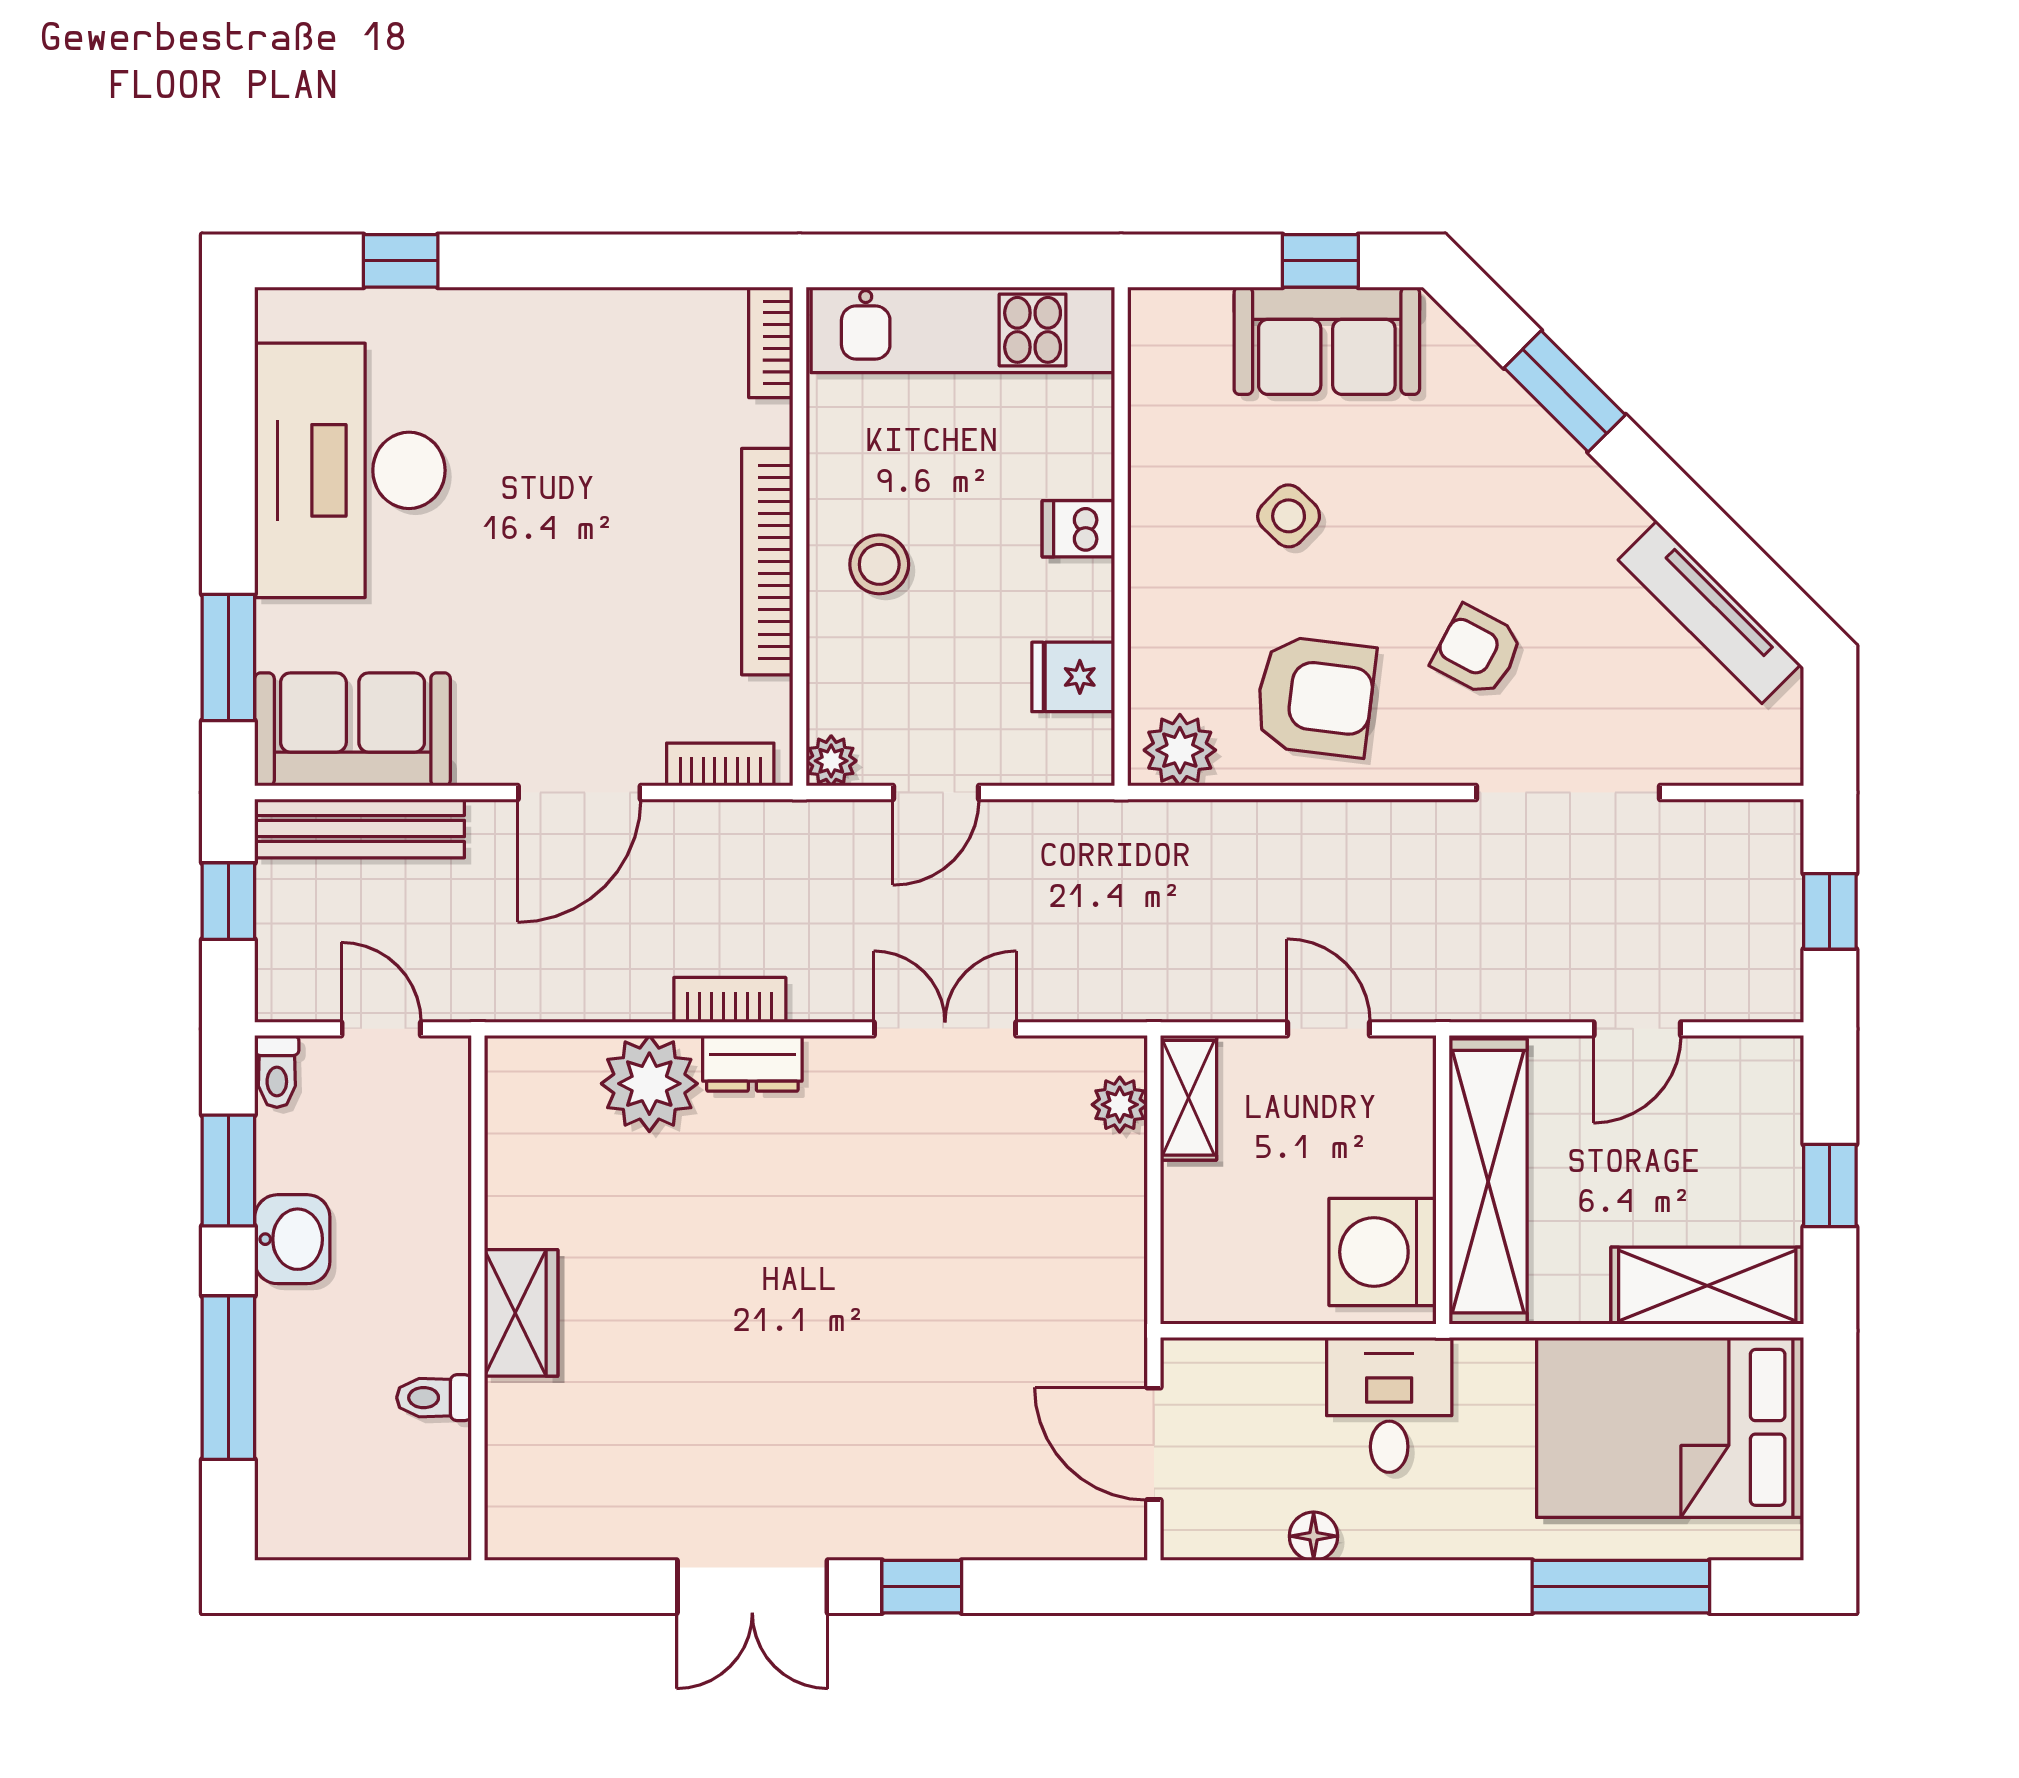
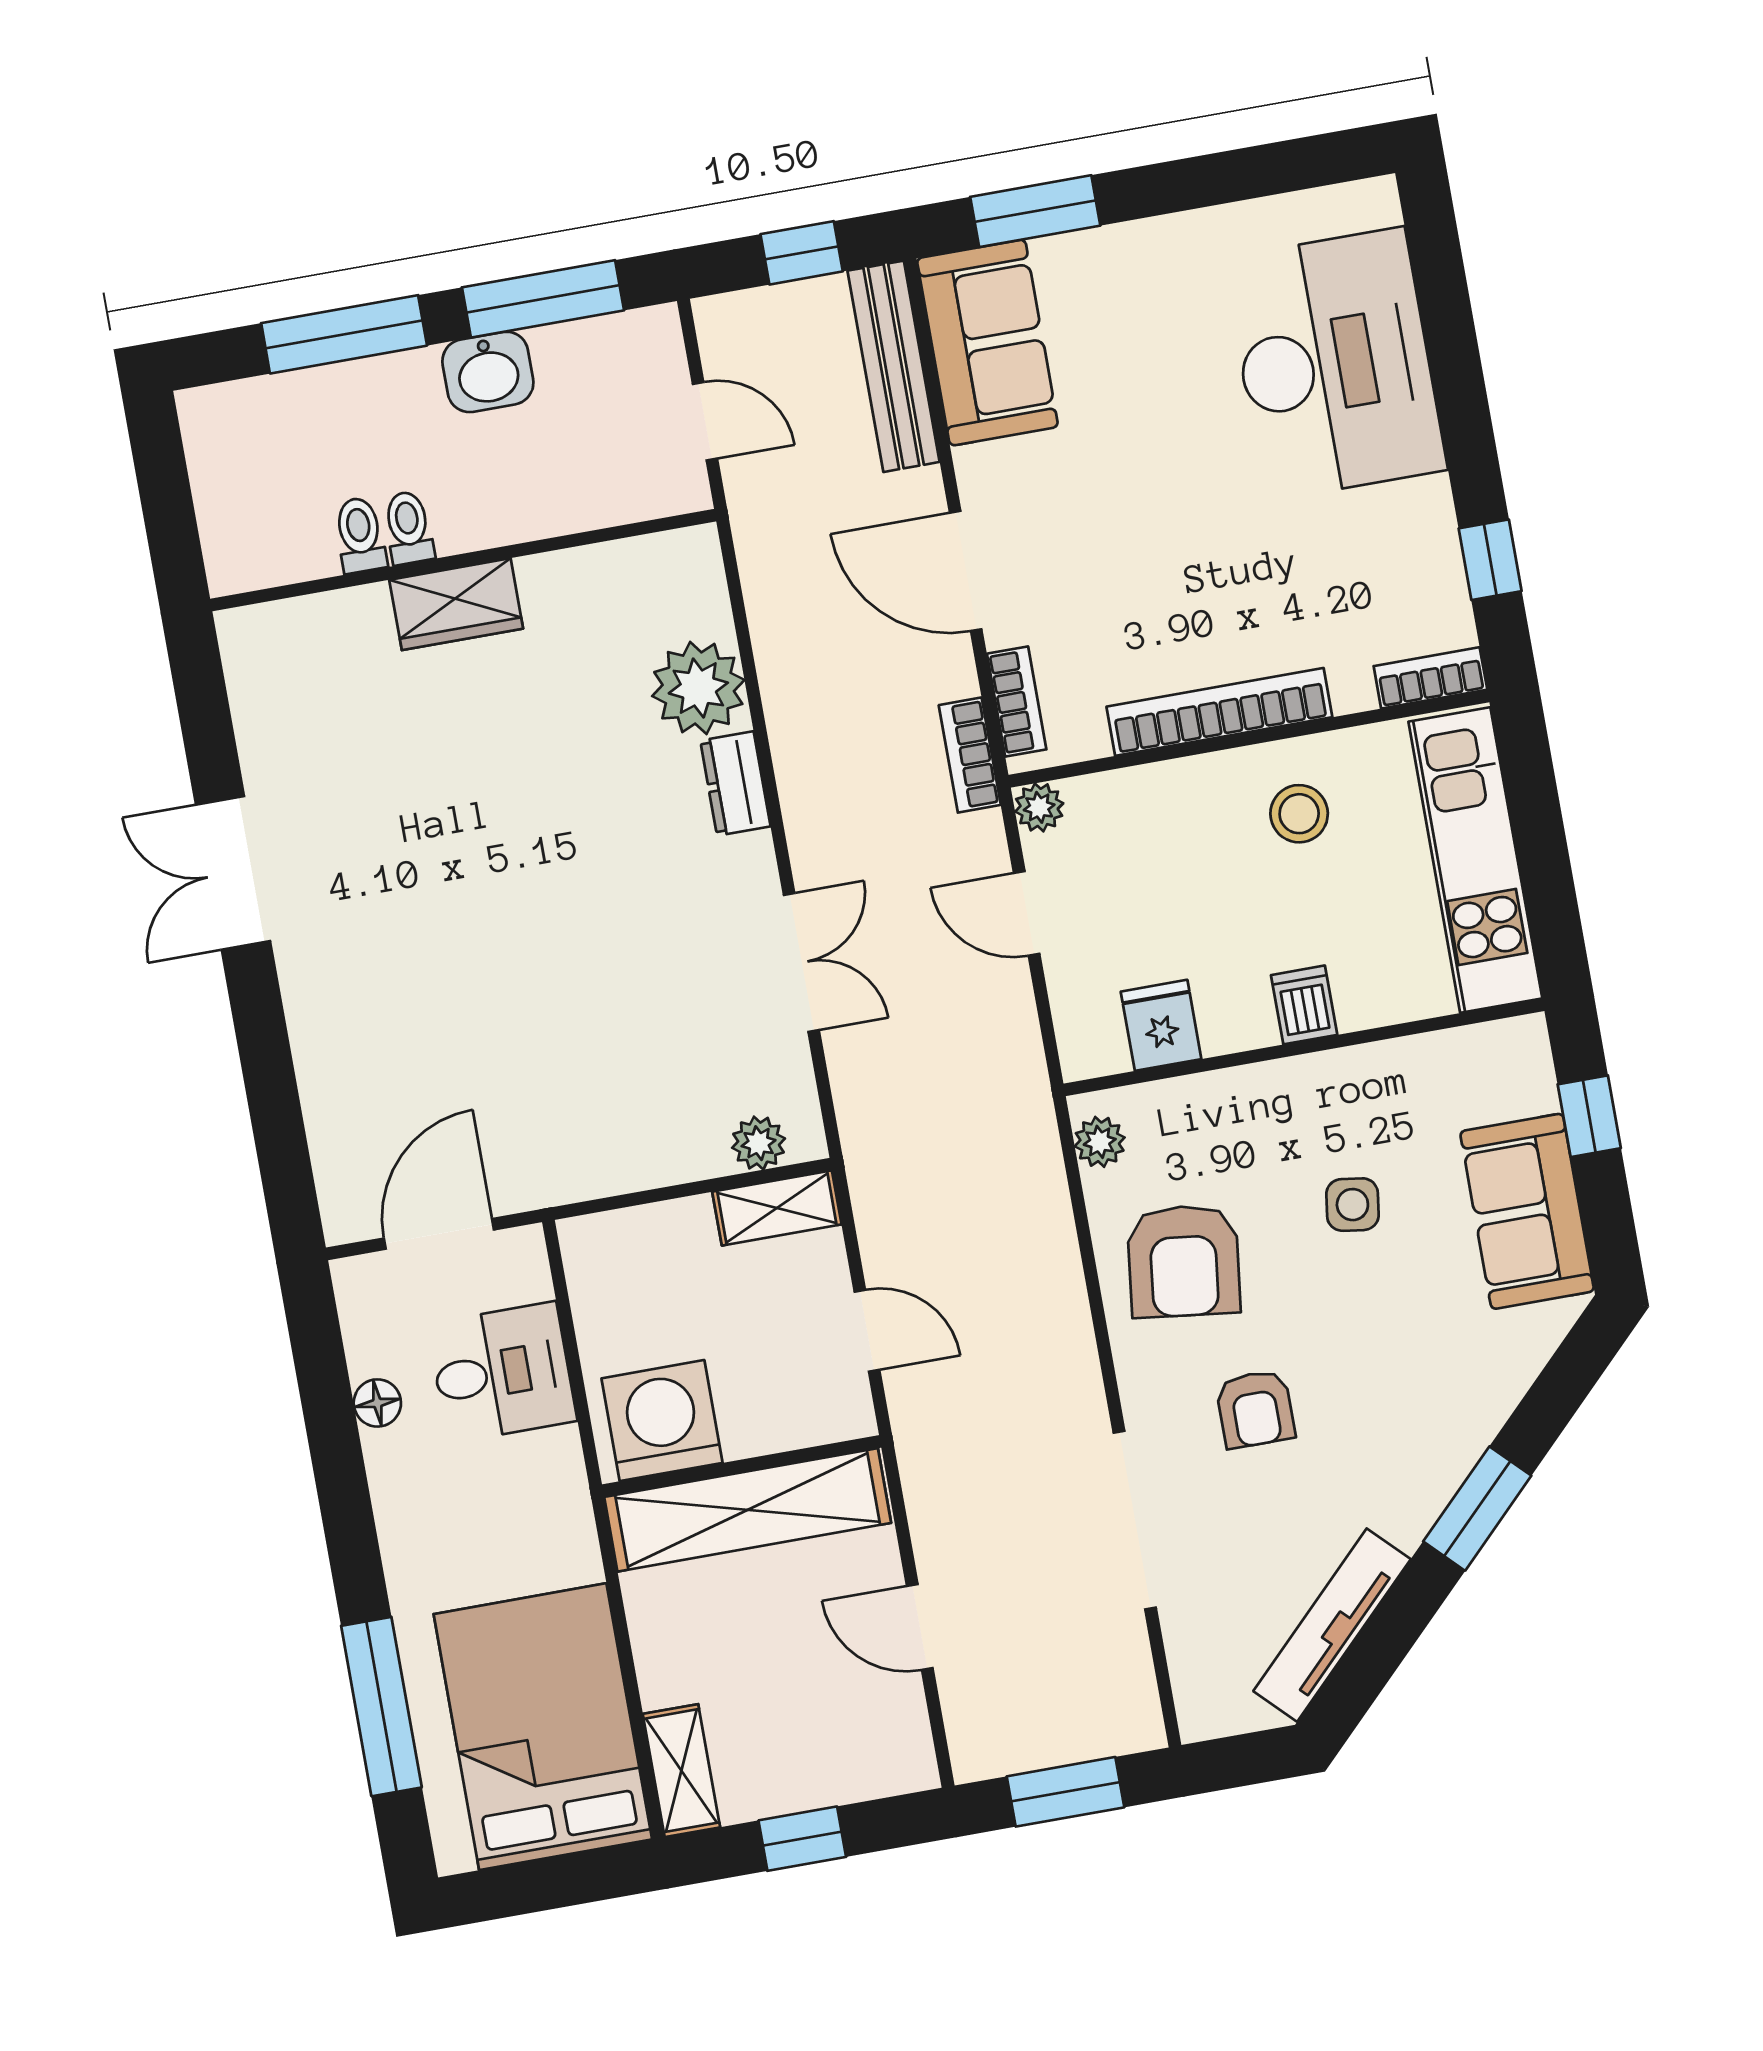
window: (401, 261) -> (1490, 560), moved
window: (1320, 261) -> (1589, 1116), moved
window: (1565, 391) -> (1477, 1509), moved
desk: (350, 470) -> (1335, 364), moved, turned 90
side table: (1289, 516) -> (1352, 1205), turned -36
stool: (879, 564) -> (1299, 814), moved
armchair: (1477, 651) -> (1255, 1409), turned 152
plant: (1180, 750) -> (1100, 1142), width x0.73, depth x0.73
window: (1830, 911) -> (1066, 1792), width x1.50
bookcase: (730, 1000) -> (970, 755), moved, turned 180
door: (381, 1029) -> (705, 421), hinge flipped
door: (1329, 1029) -> (867, 1331), hinge flipped
toilet: (277, 1071) -> (408, 528), moved, turned 90
window: (228, 1170) -> (543, 299), width x1.44
shelving: (1707, 1286) -> (681, 1771), width x0.67, depth x0.75
desk: (1389, 1405) -> (502, 1372), moved
window: (922, 1587) -> (262, 1036), removed

